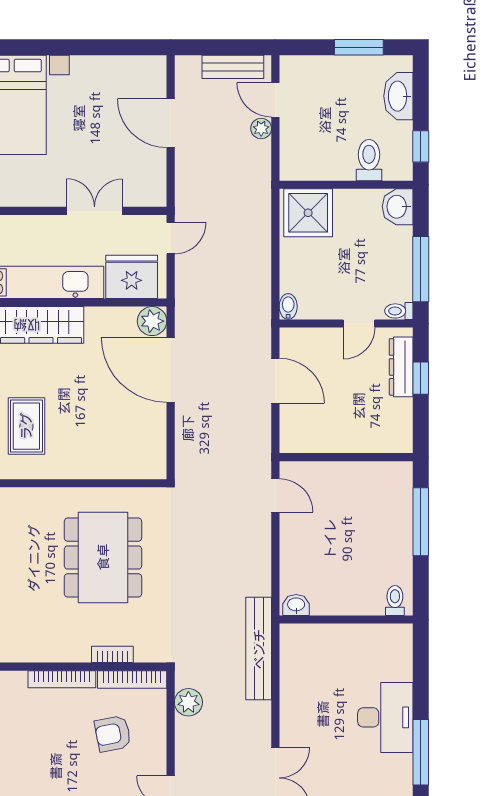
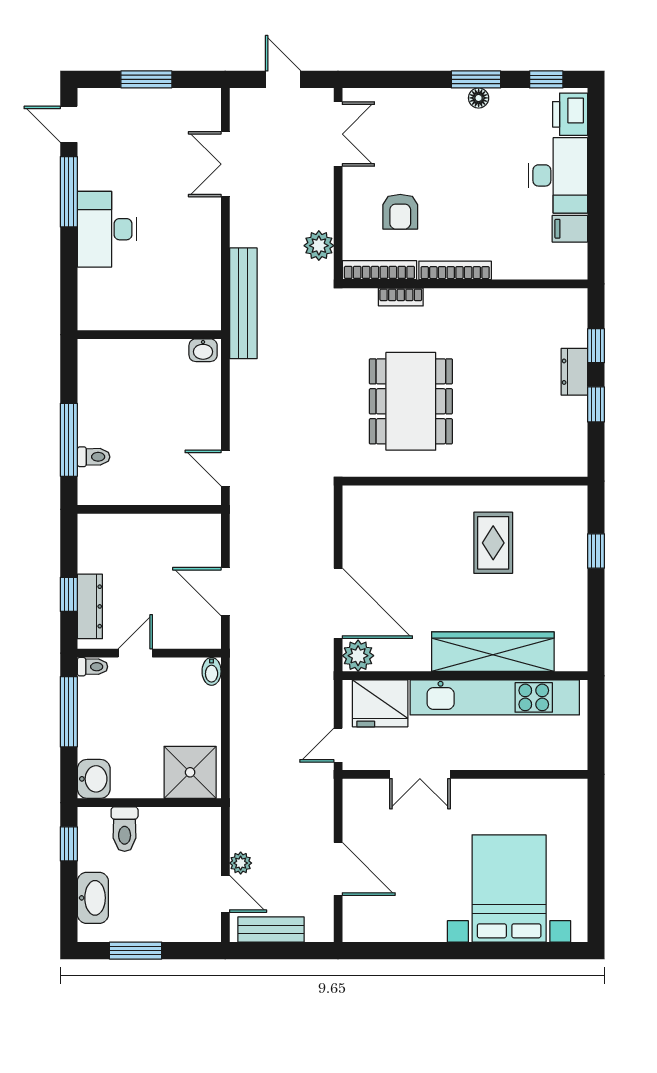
toilet: (395, 600) -> (94, 457), moved, turned -90
armchair: (113, 734) -> (400, 212), turned 101

